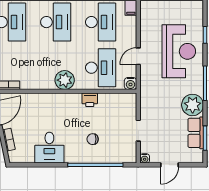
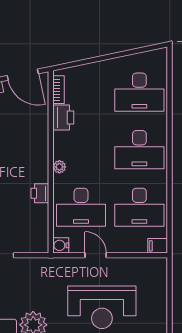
plant: (65, 80) -> (59, 167), width x0.53, depth x0.53
printer: (31, 82) -> (63, 117), added

